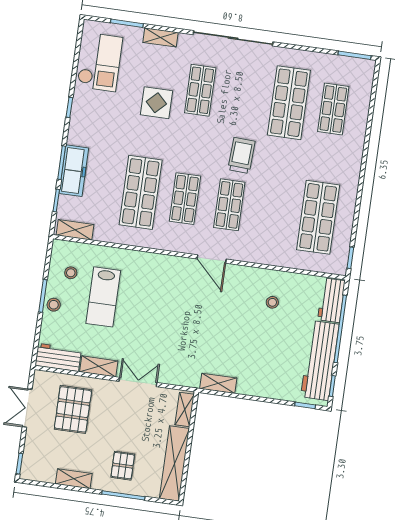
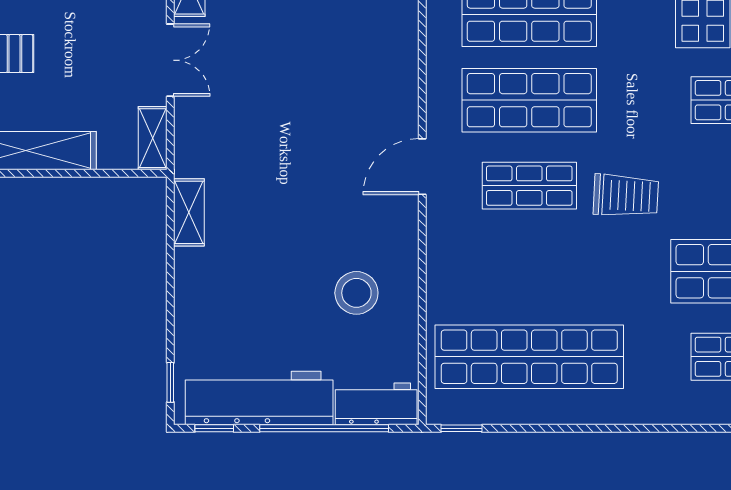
shop shelf: (185, 199) -> (529, 100), width x1.43, depth x1.36
shop shelf: (318, 217) -> (529, 357), width x1.40
stool: (272, 302) -> (356, 293), width x1.89, depth x1.89
shelving: (185, 410) -> (153, 138), moved, turned 90

